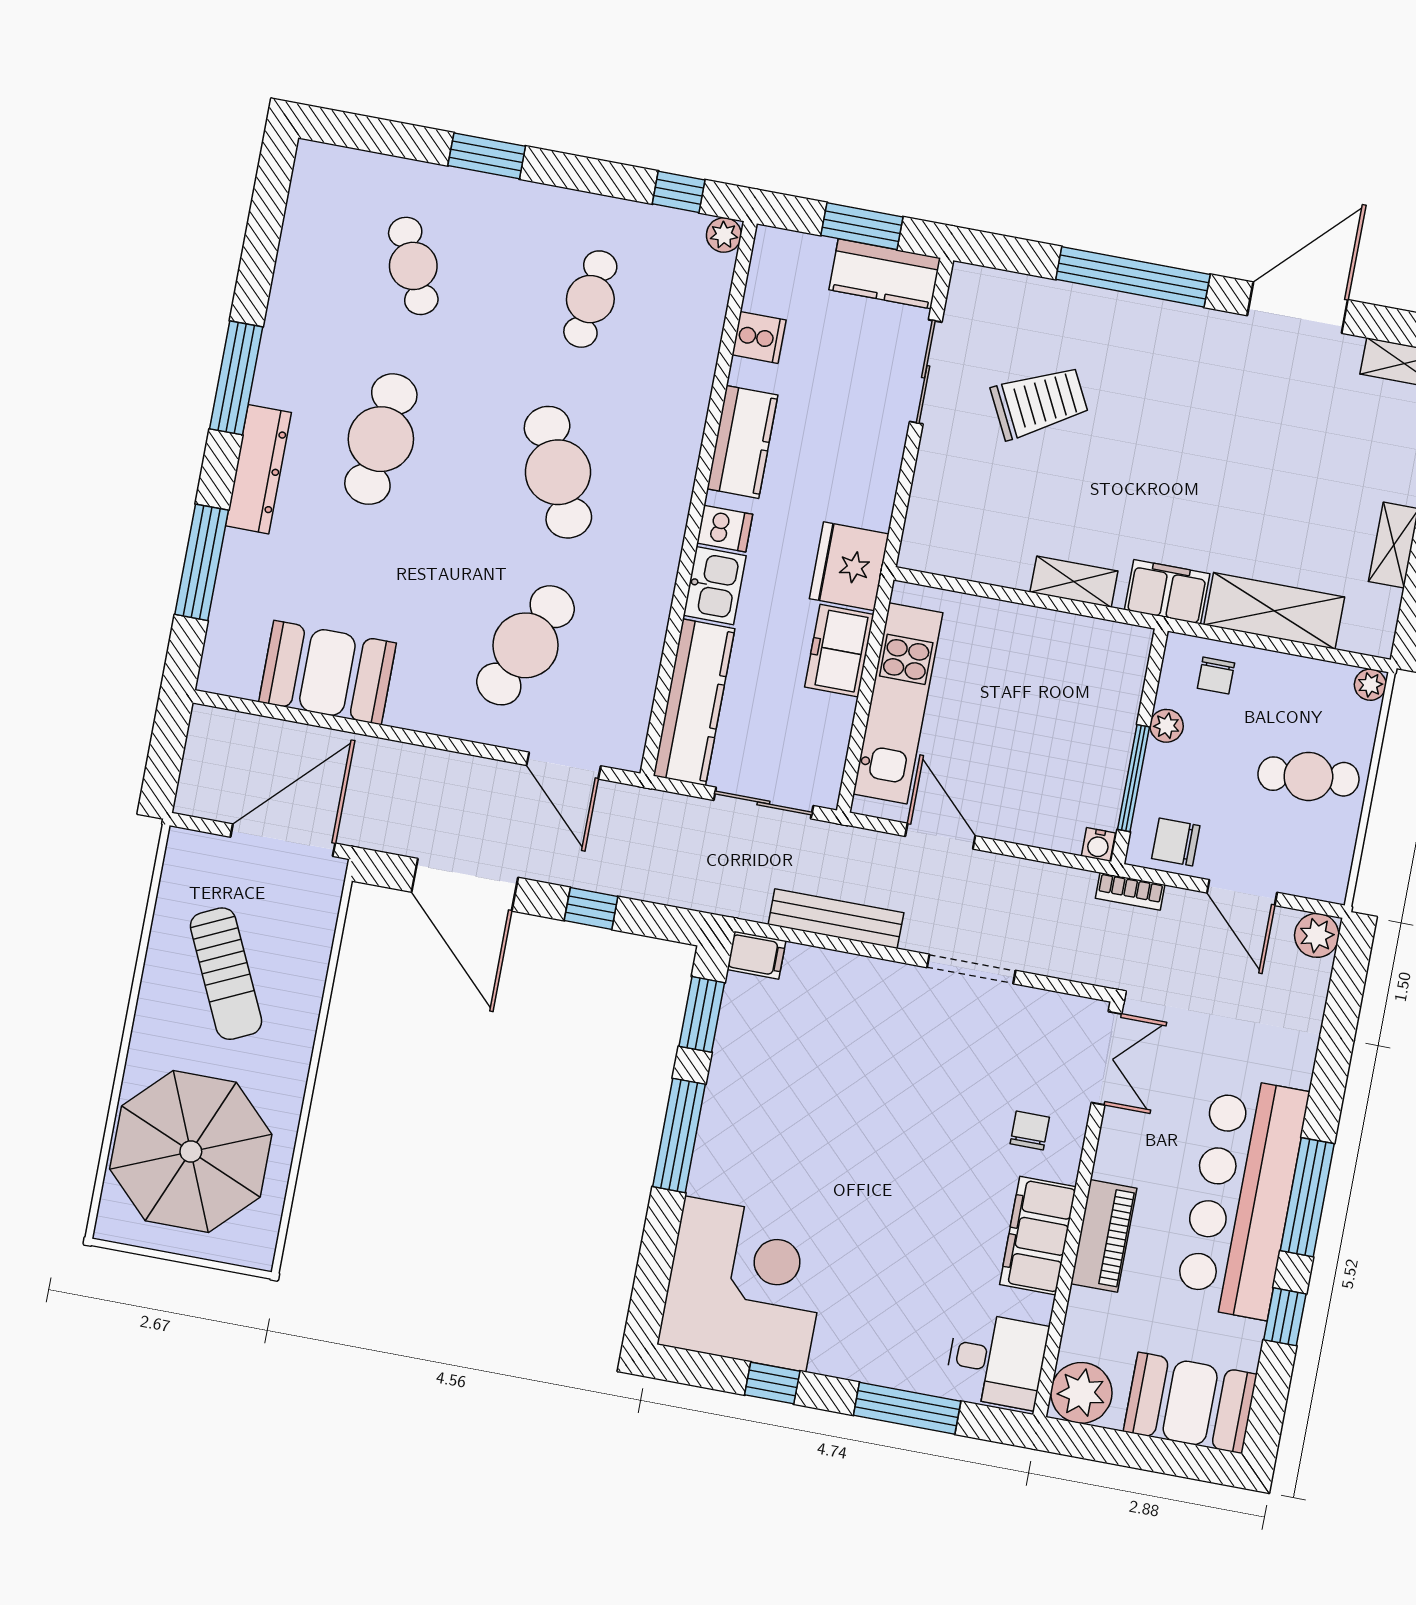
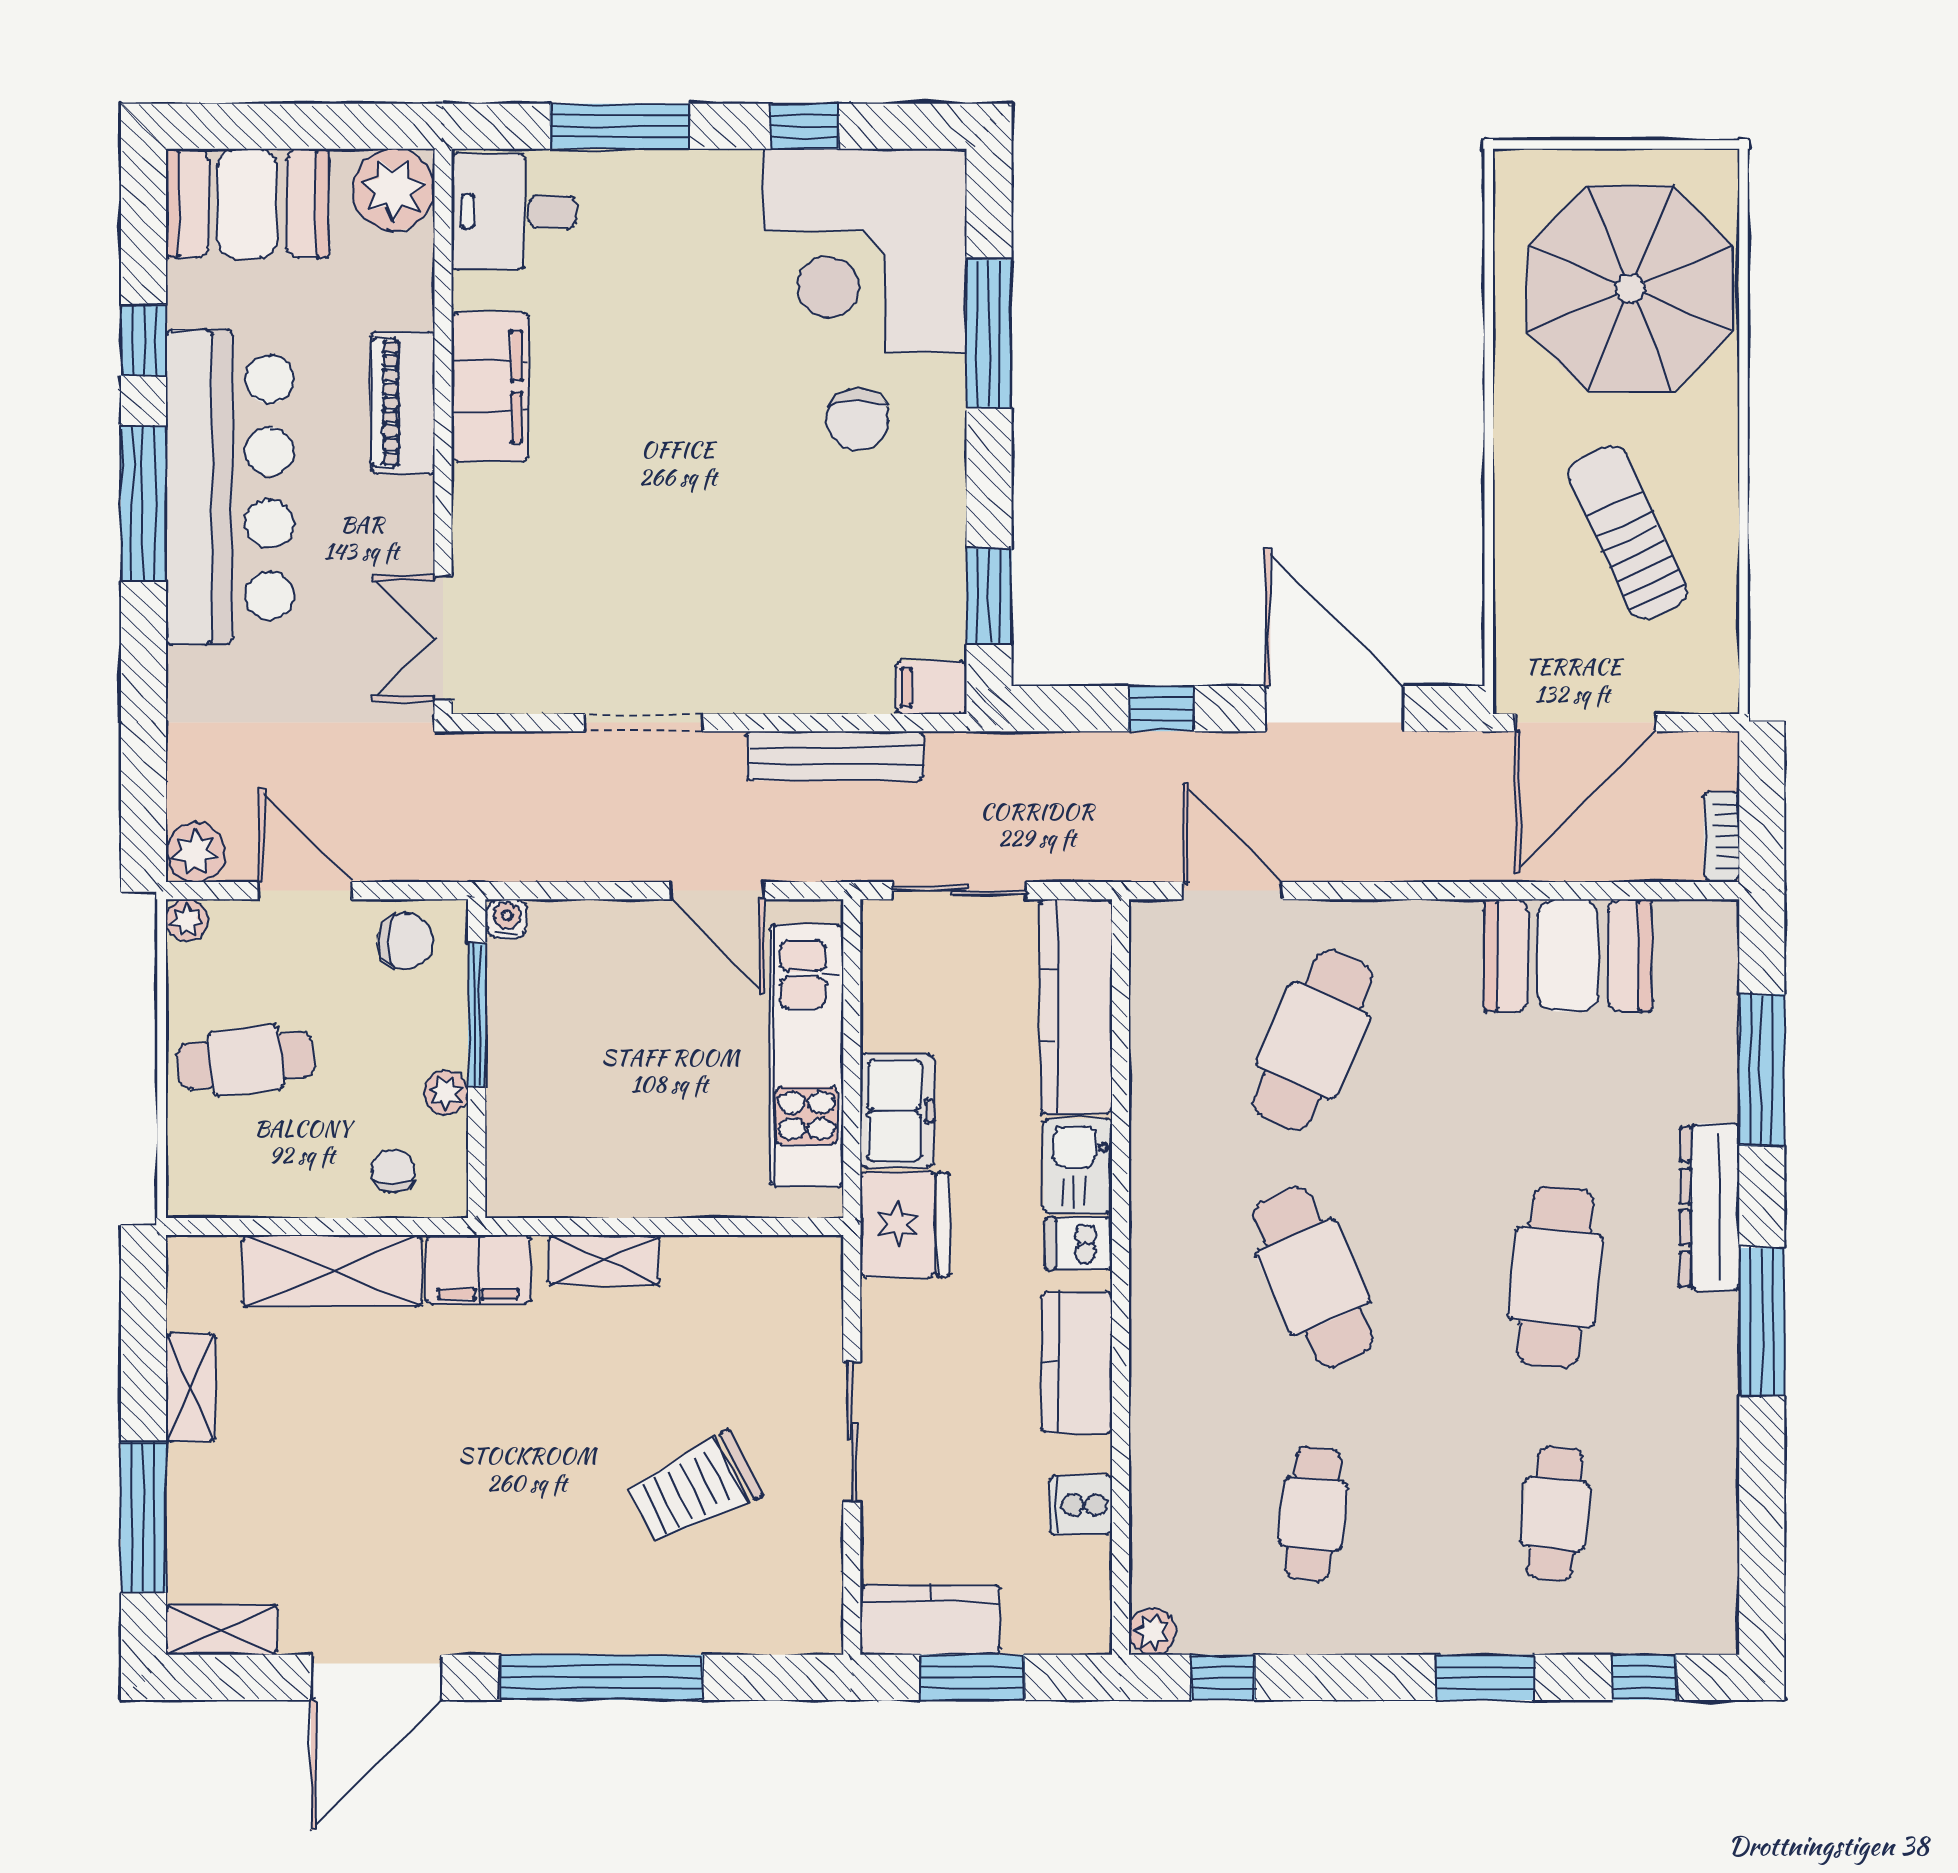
window: (371, 134) -> (1644, 1677), added
cafe table: (413, 266) -> (1555, 1514), turned 30
sliding door: (926, 372) -> (852, 1432), moved
plant: (1370, 685) -> (187, 920), moved
bookcase: (1130, 891) -> (1722, 836), moved, turned -90
chair: (1030, 1131) -> (857, 419), moved, width x1.37, depth x1.37
window: (679, 1135) -> (989, 334), moved

